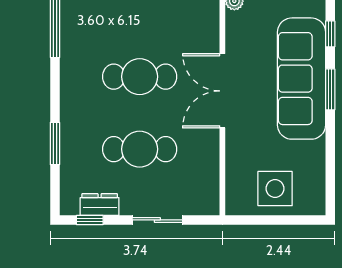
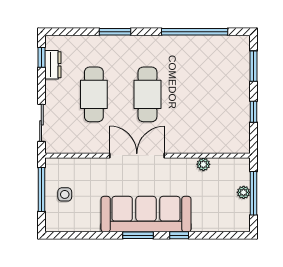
window: (55, 144) -> (115, 32), moved
side table: (275, 189) -> (65, 194), width x0.54, depth x0.54
sliding door: (157, 220) -> (41, 123), moved
window: (268, 220) -> (41, 189), added

